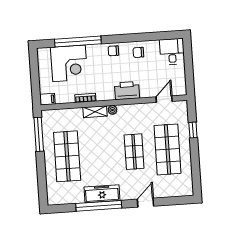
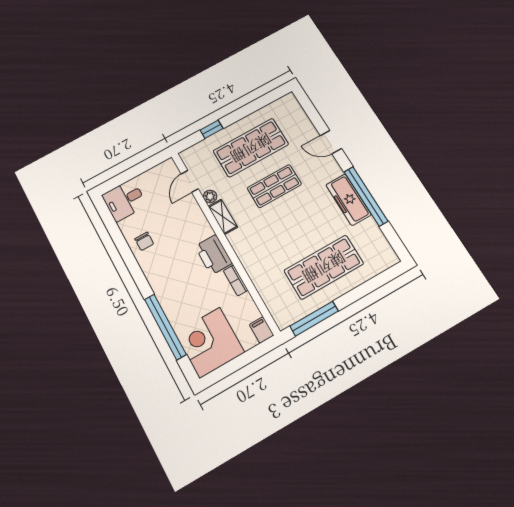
chair: (113, 51) -> (157, 274), removed
corner desk: (69, 63) -> (210, 343), moved, turned -90
printer: (127, 91) -> (213, 255), moved
door: (164, 99) -> (190, 181), hinge flipped
plant: (113, 110) -> (210, 196), moved
shelving: (95, 112) -> (223, 217), moved

